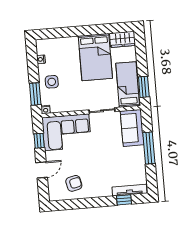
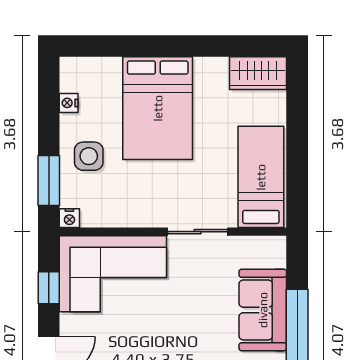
bed: (95, 57) -> (158, 108), moved
window: (144, 87) -> (297, 185), removed
sofa: (132, 128) -> (263, 310), moved

